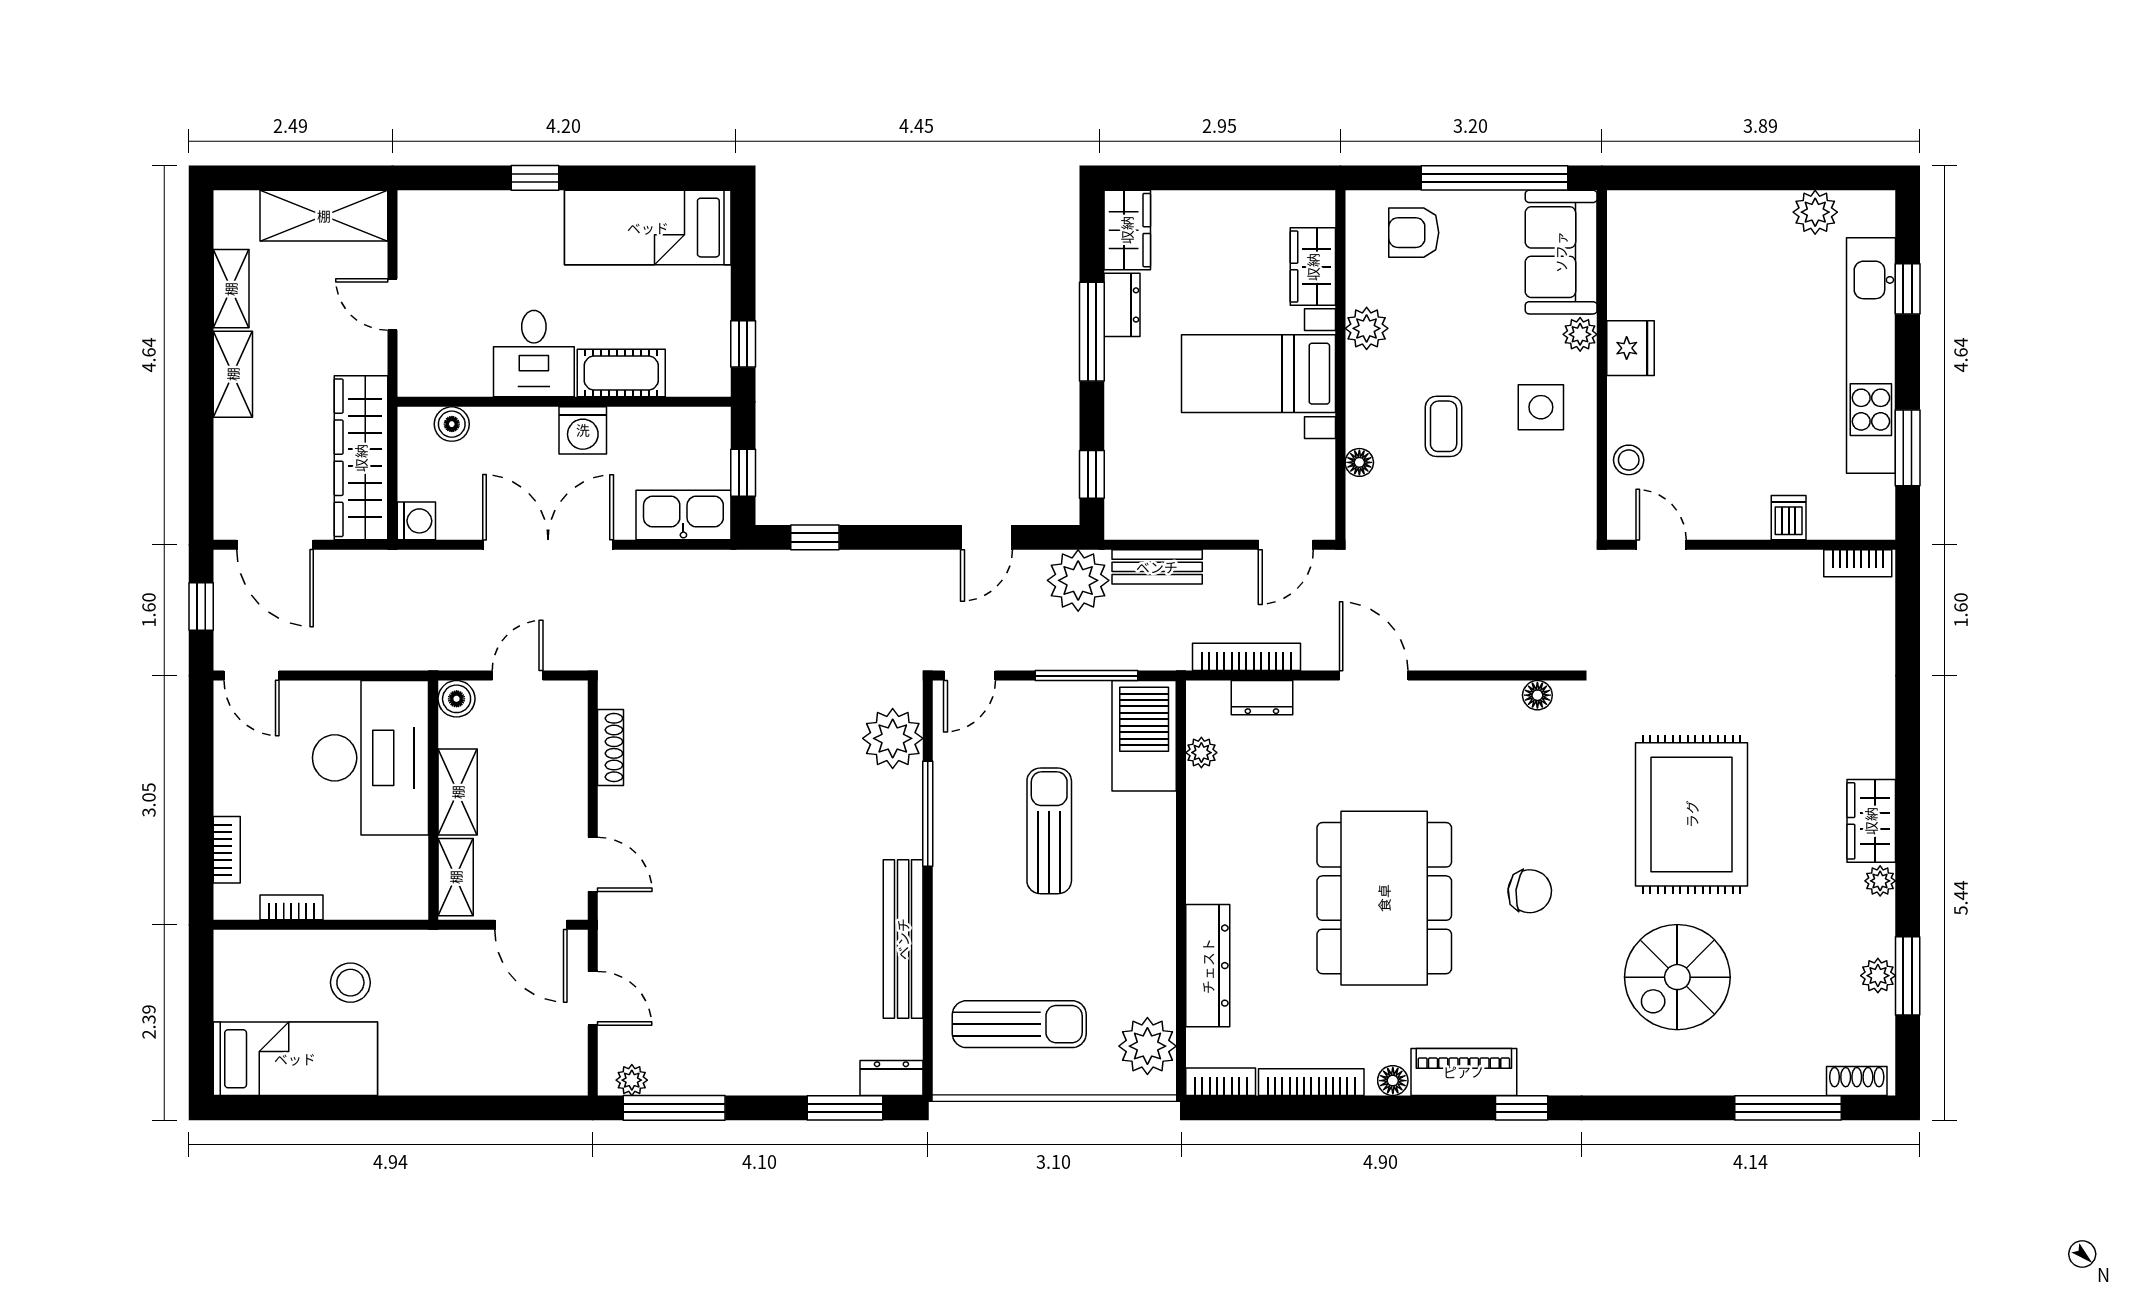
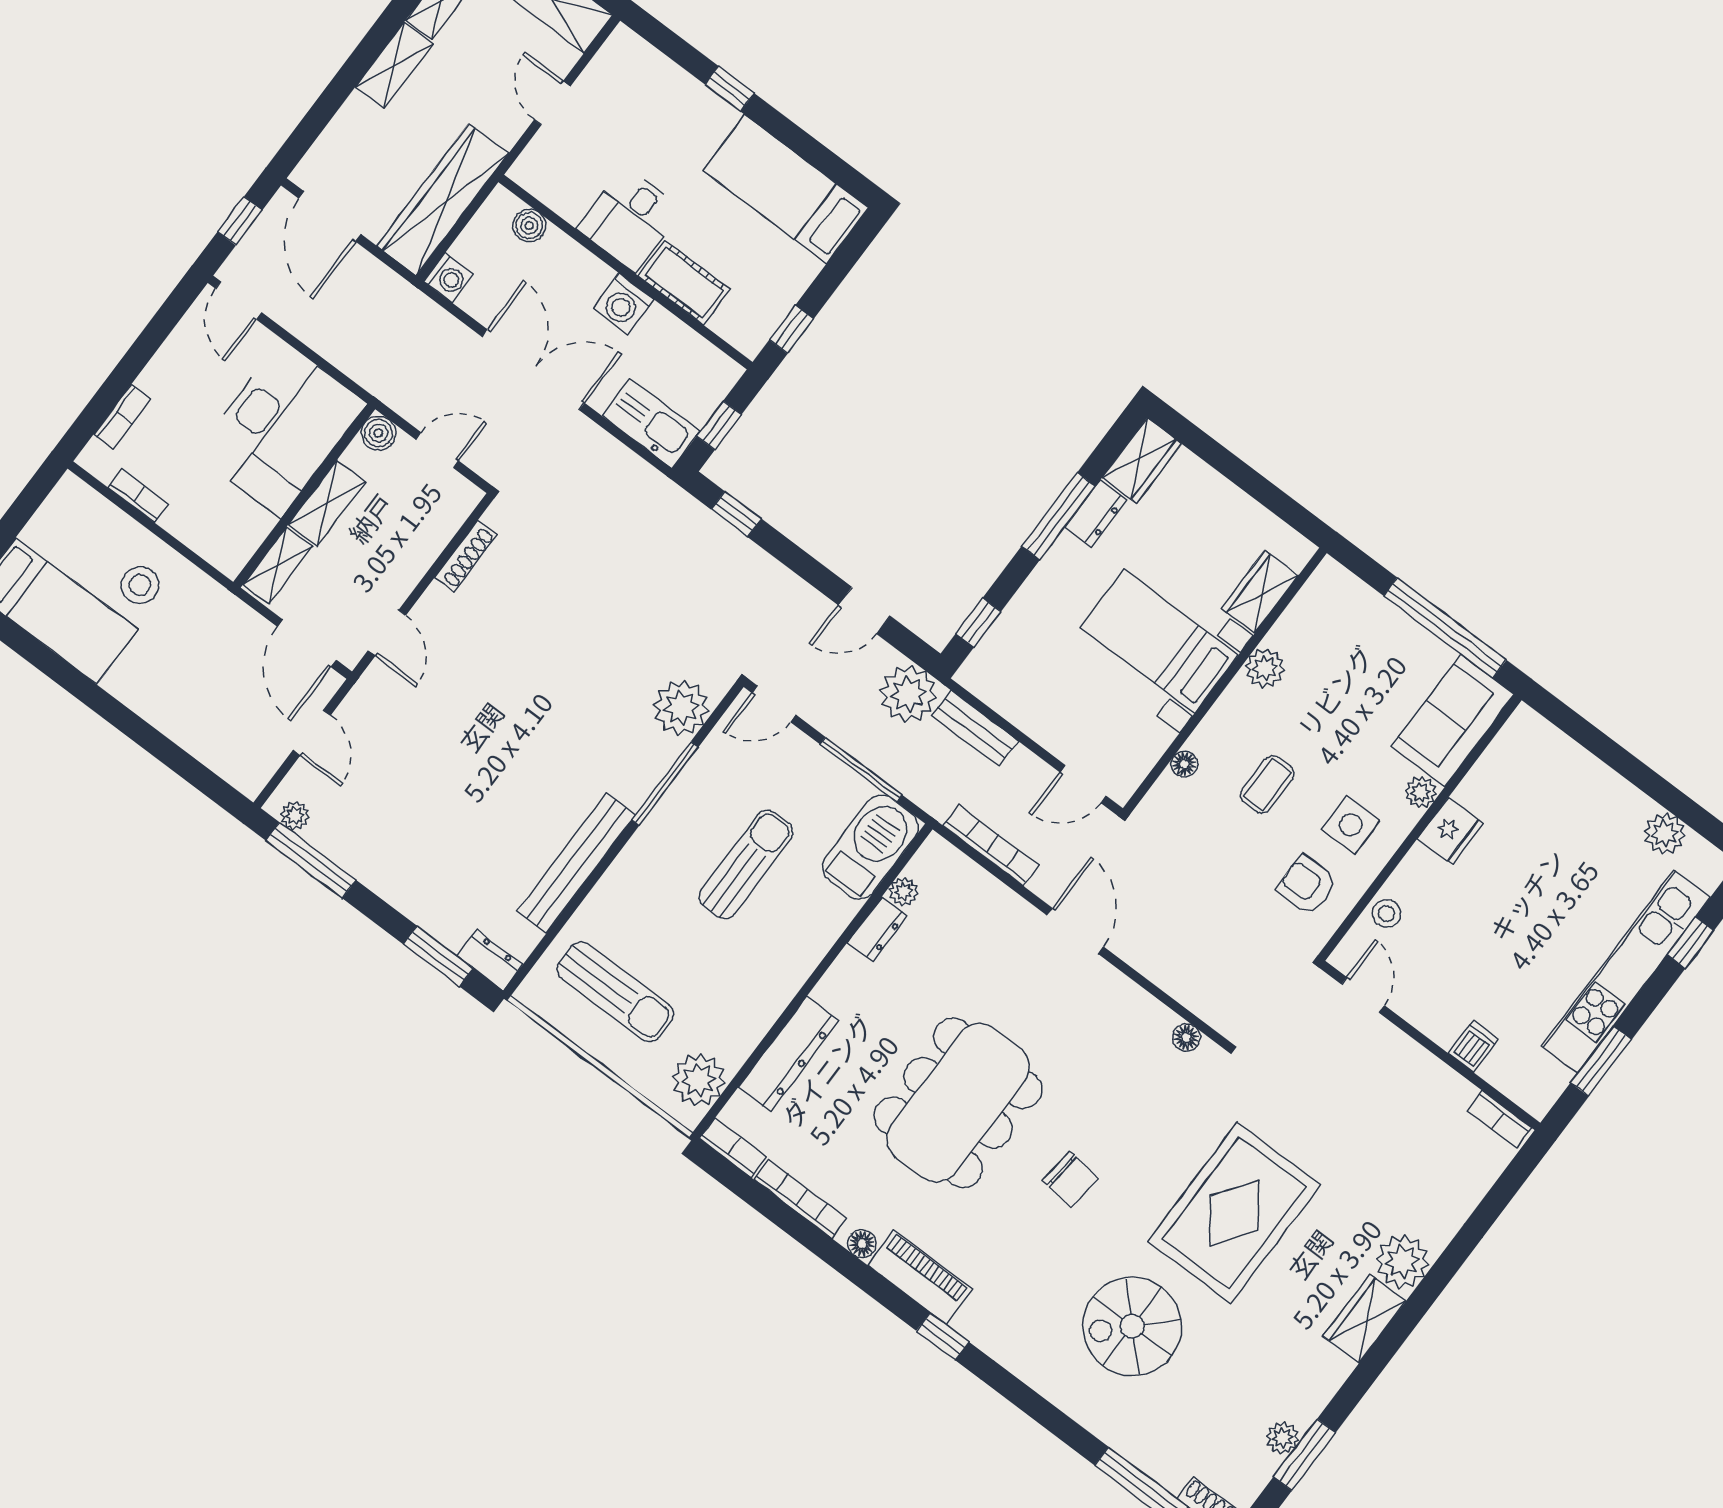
armchair: (1414, 233) -> (1307, 885), moved
dresser: (1262, 698) -> (877, 929), moved, turned -90
plant: (1880, 881) -> (1402, 1262), moved, width x1.88, depth x1.88

